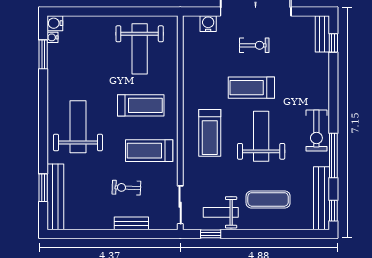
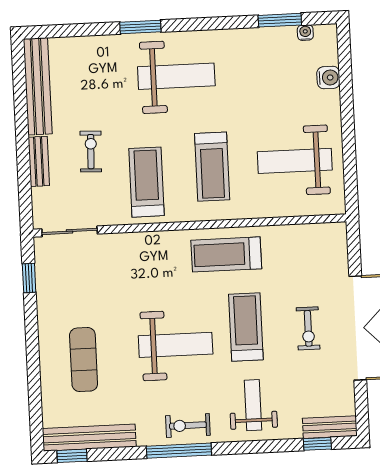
water cooler: (55, 23) -> (328, 78), moved, turned 90
water cooler: (208, 24) -> (337, 259), removed
exercise bike: (316, 131) -> (188, 425), width x0.73, depth x0.72
treadmill: (210, 133) -> (226, 254), moved
window: (333, 155) -> (179, 451), moved
window: (43, 188) -> (140, 27), moved
bench: (55, 197) -> (38, 86), moved, turned 90
weight bench: (221, 212) -> (253, 405), moved

